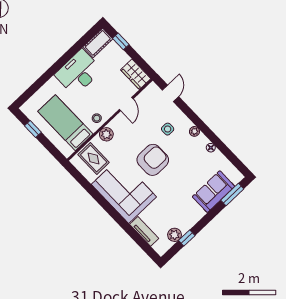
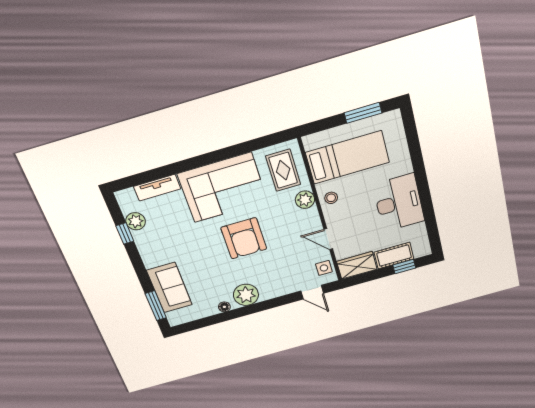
cot: (98, 43) -> (394, 256), moved, turned 90
window: (33, 129) -> (363, 113), width x1.50
side table: (168, 129) -> (324, 268), moved
plant: (194, 131) -> (246, 295), width x1.88, depth x1.88
rug: (94, 158) -> (283, 170), turned 90

